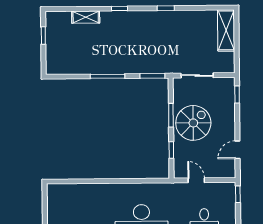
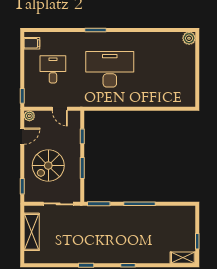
shelving: (86, 17) -> (183, 258), moved
shelving: (226, 30) -> (32, 232), moved
spiral stairs: (193, 123) -> (48, 166), moved
plant: (230, 172) -> (29, 116), added

